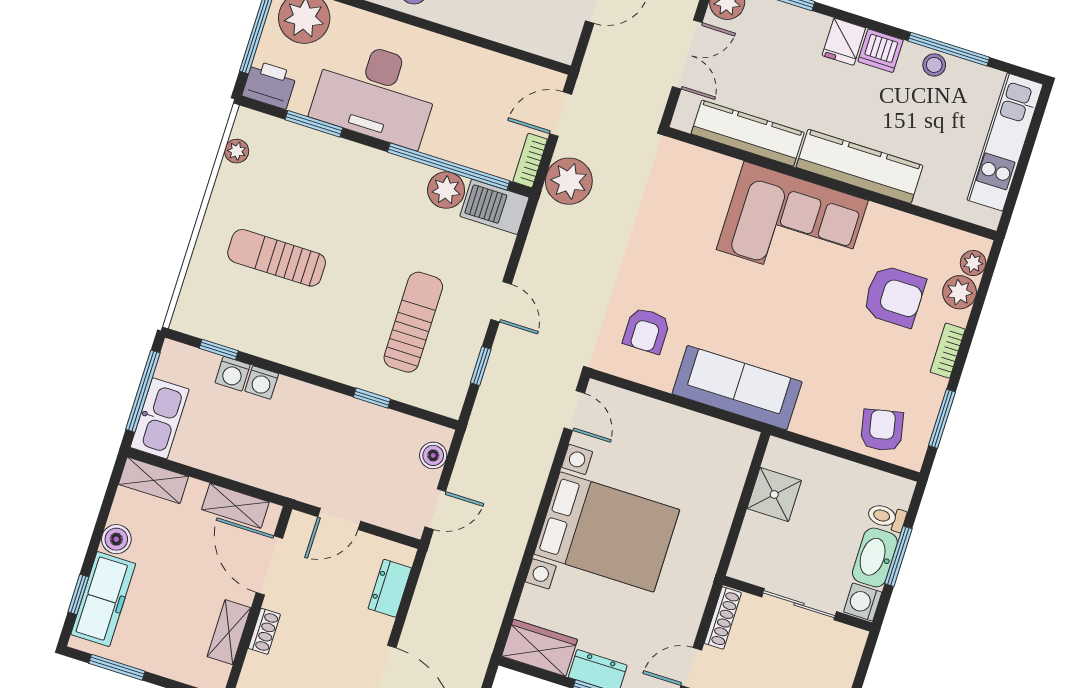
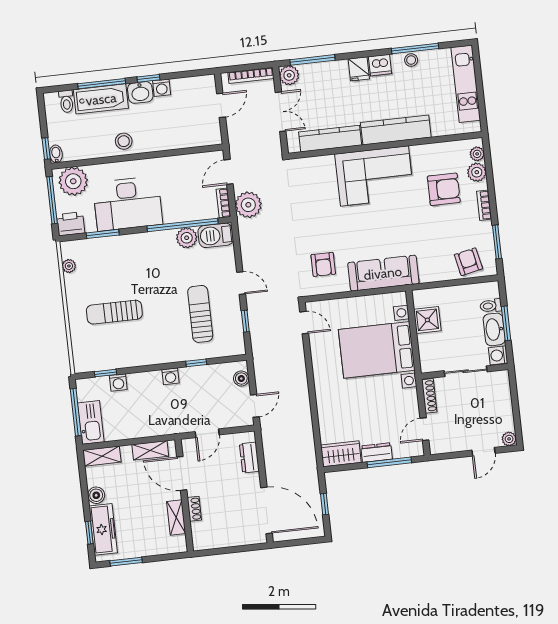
washing machine: (262, 382) -> (170, 376), moved
bed with nightstands: (607, 532) -> (377, 350), moved, turned 180

